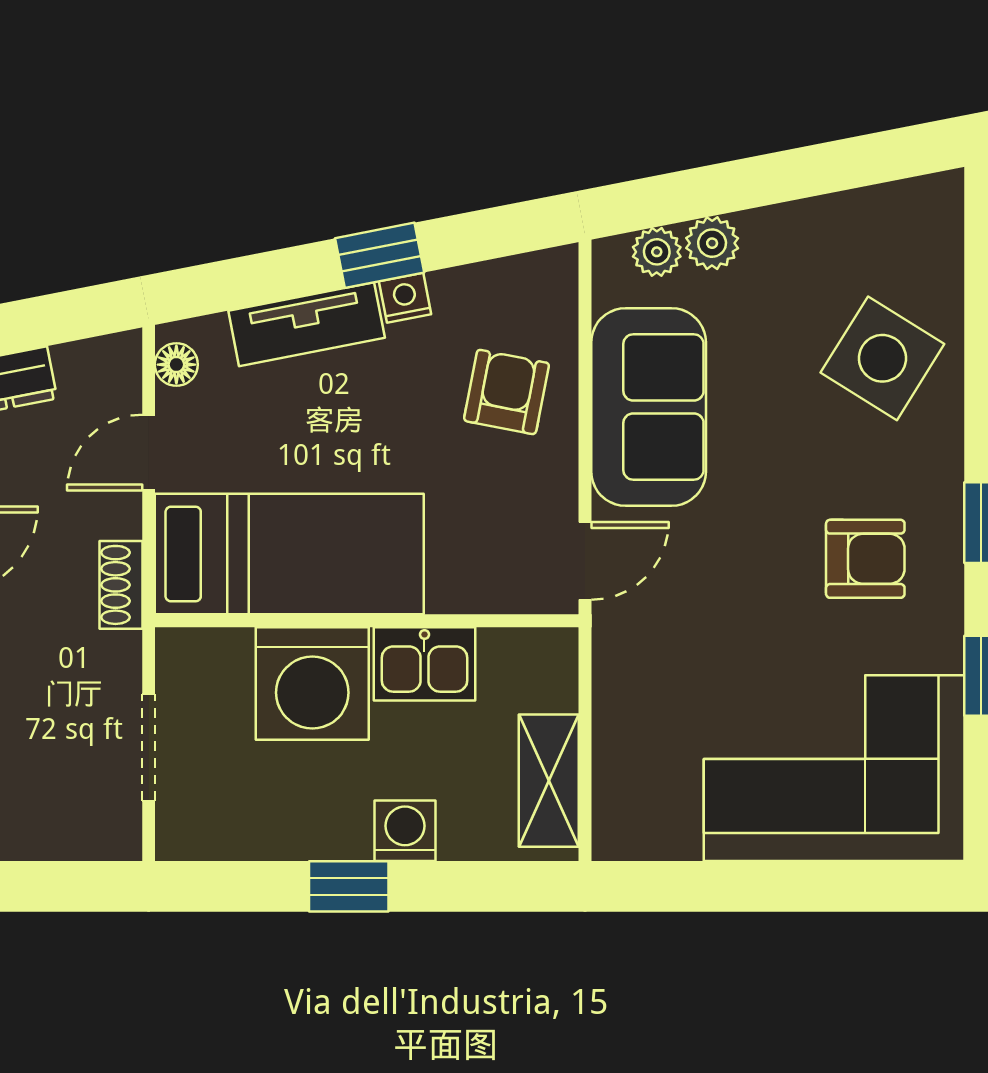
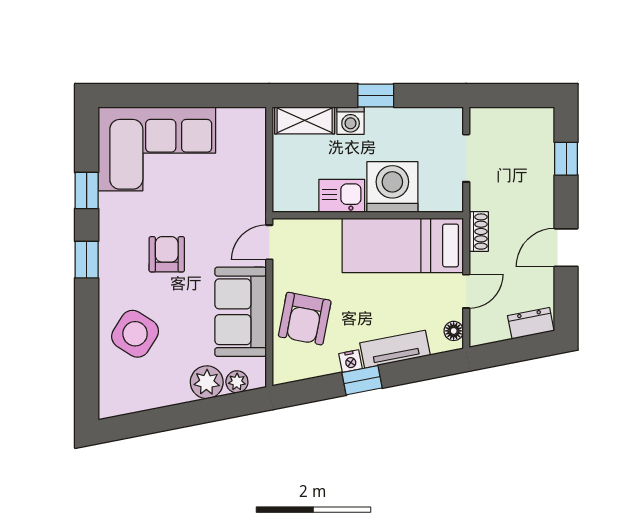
plant: (712, 243) -> (207, 382), width x1.38, depth x1.38
armchair: (506, 392) -> (305, 319), width x1.38, depth x1.38
armchair: (865, 559) -> (167, 254), moved, turned 90
shelving: (549, 781) -> (305, 120), moved, turned 90

